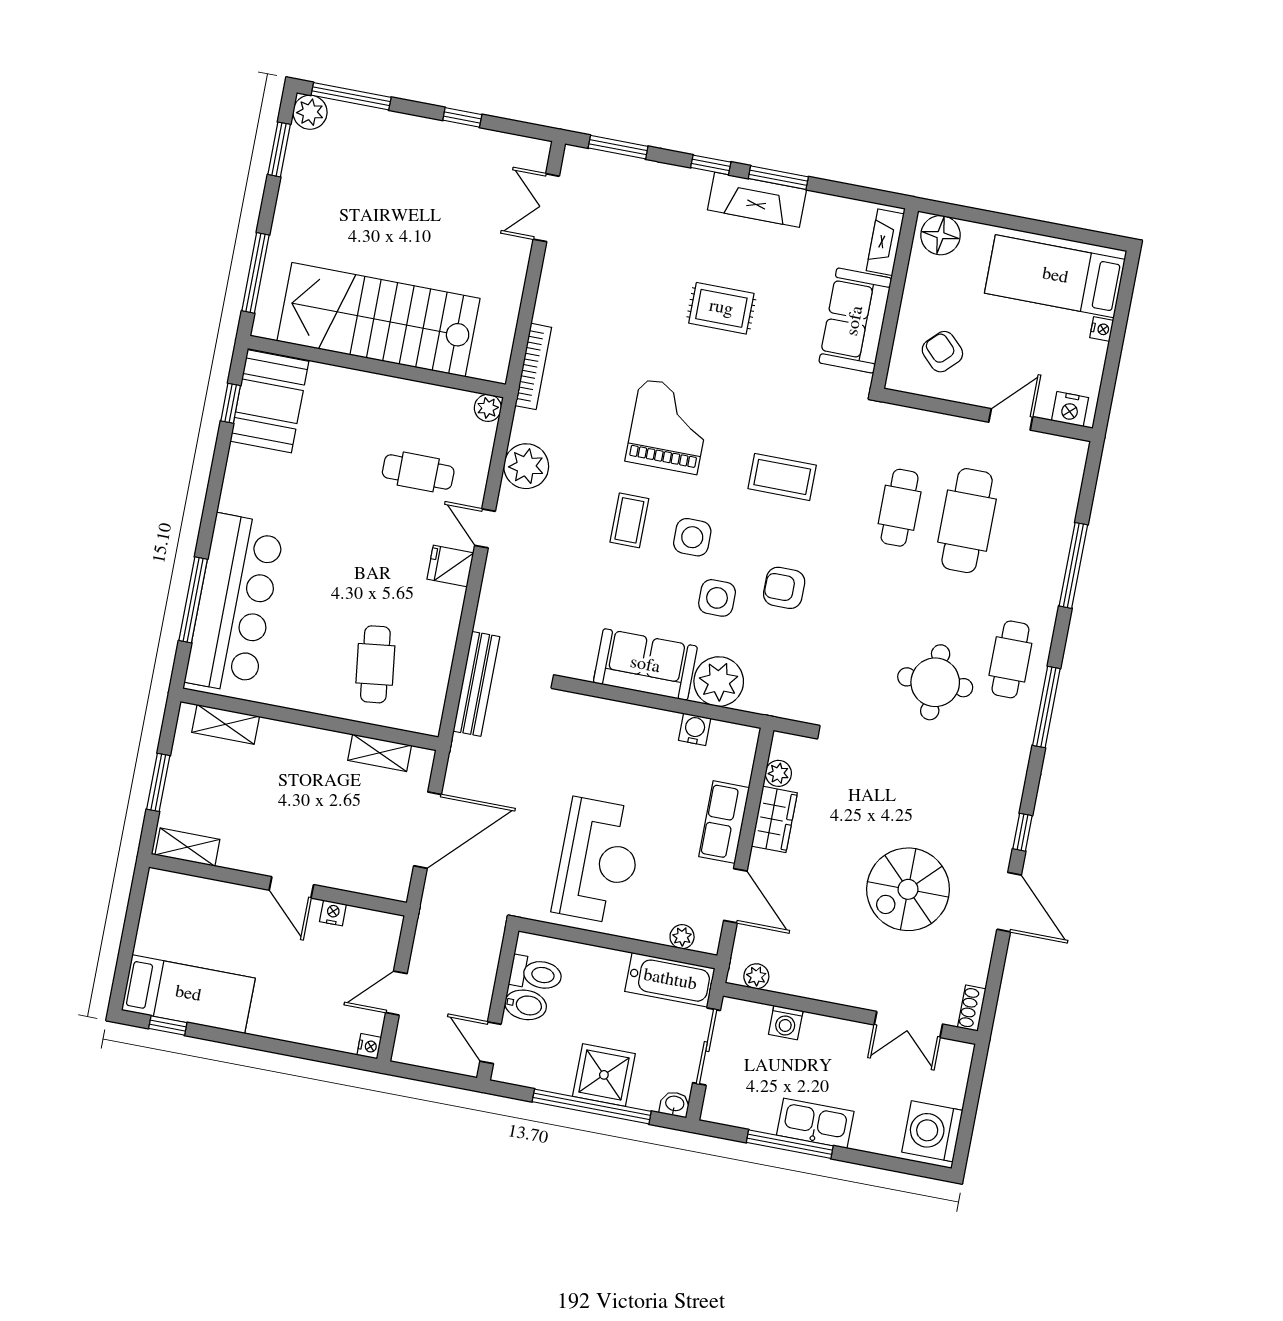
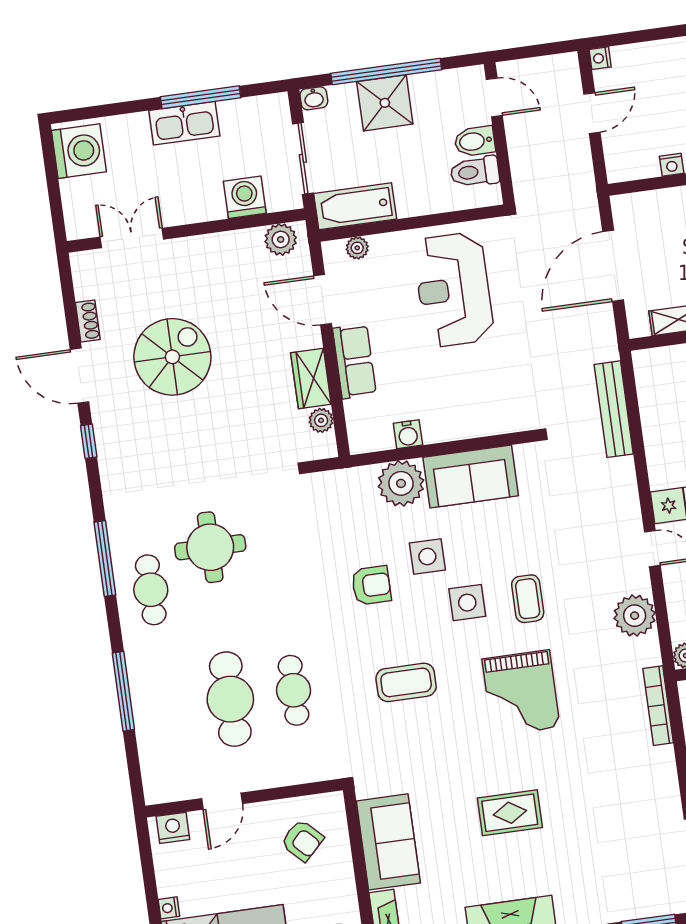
plant: (756, 976) -> (281, 239), width x1.38, depth x1.38
shoe rack: (972, 1008) -> (88, 321), moved
washing machine: (786, 1023) -> (245, 197), width x1.38, depth x1.38

